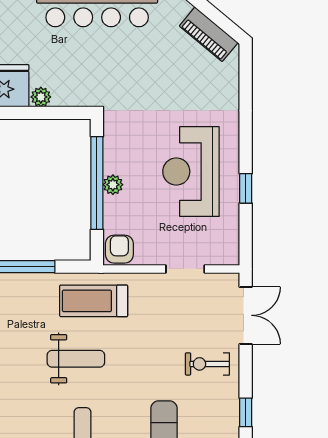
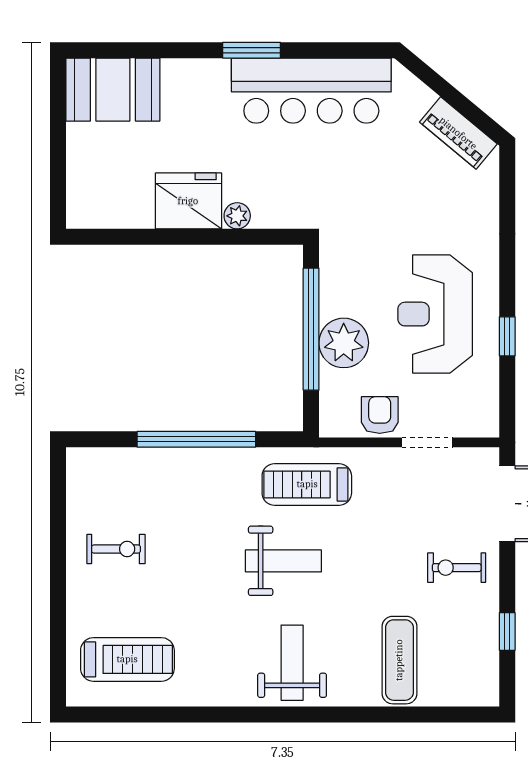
plant: (113, 185) -> (344, 343), width x1.88, depth x1.88
armchair: (119, 249) -> (380, 415), moved

